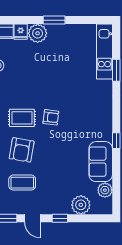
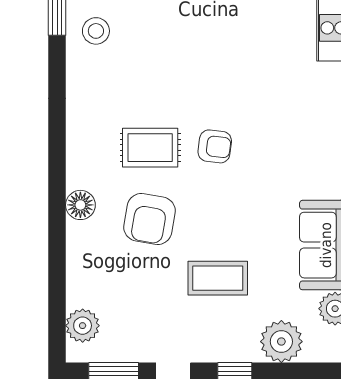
coffee table: (22, 183) -> (218, 278), moved

